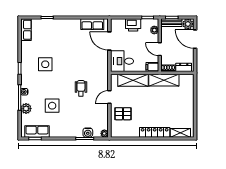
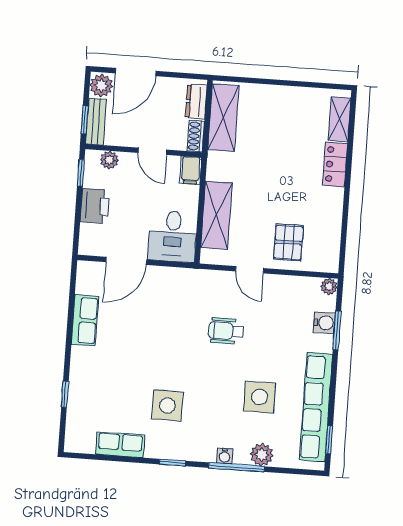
row of seats: (92, 24) -> (85, 320), moved
row of seats: (26, 30) -> (120, 445), moved
door: (160, 49) -> (152, 151), hinge flipped
shelving: (164, 80) -> (223, 118), moved
row of seats: (37, 131) -> (316, 407), width x2.02
locker: (155, 132) -> (335, 164), width x0.66

